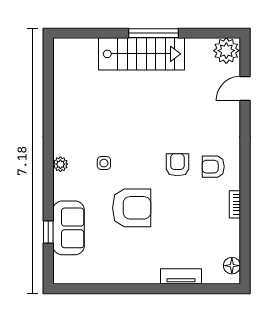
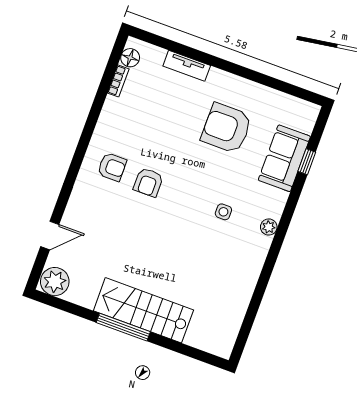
bookcase: (235, 204) -> (118, 81), moved
armchair: (132, 208) -> (226, 128), moved

